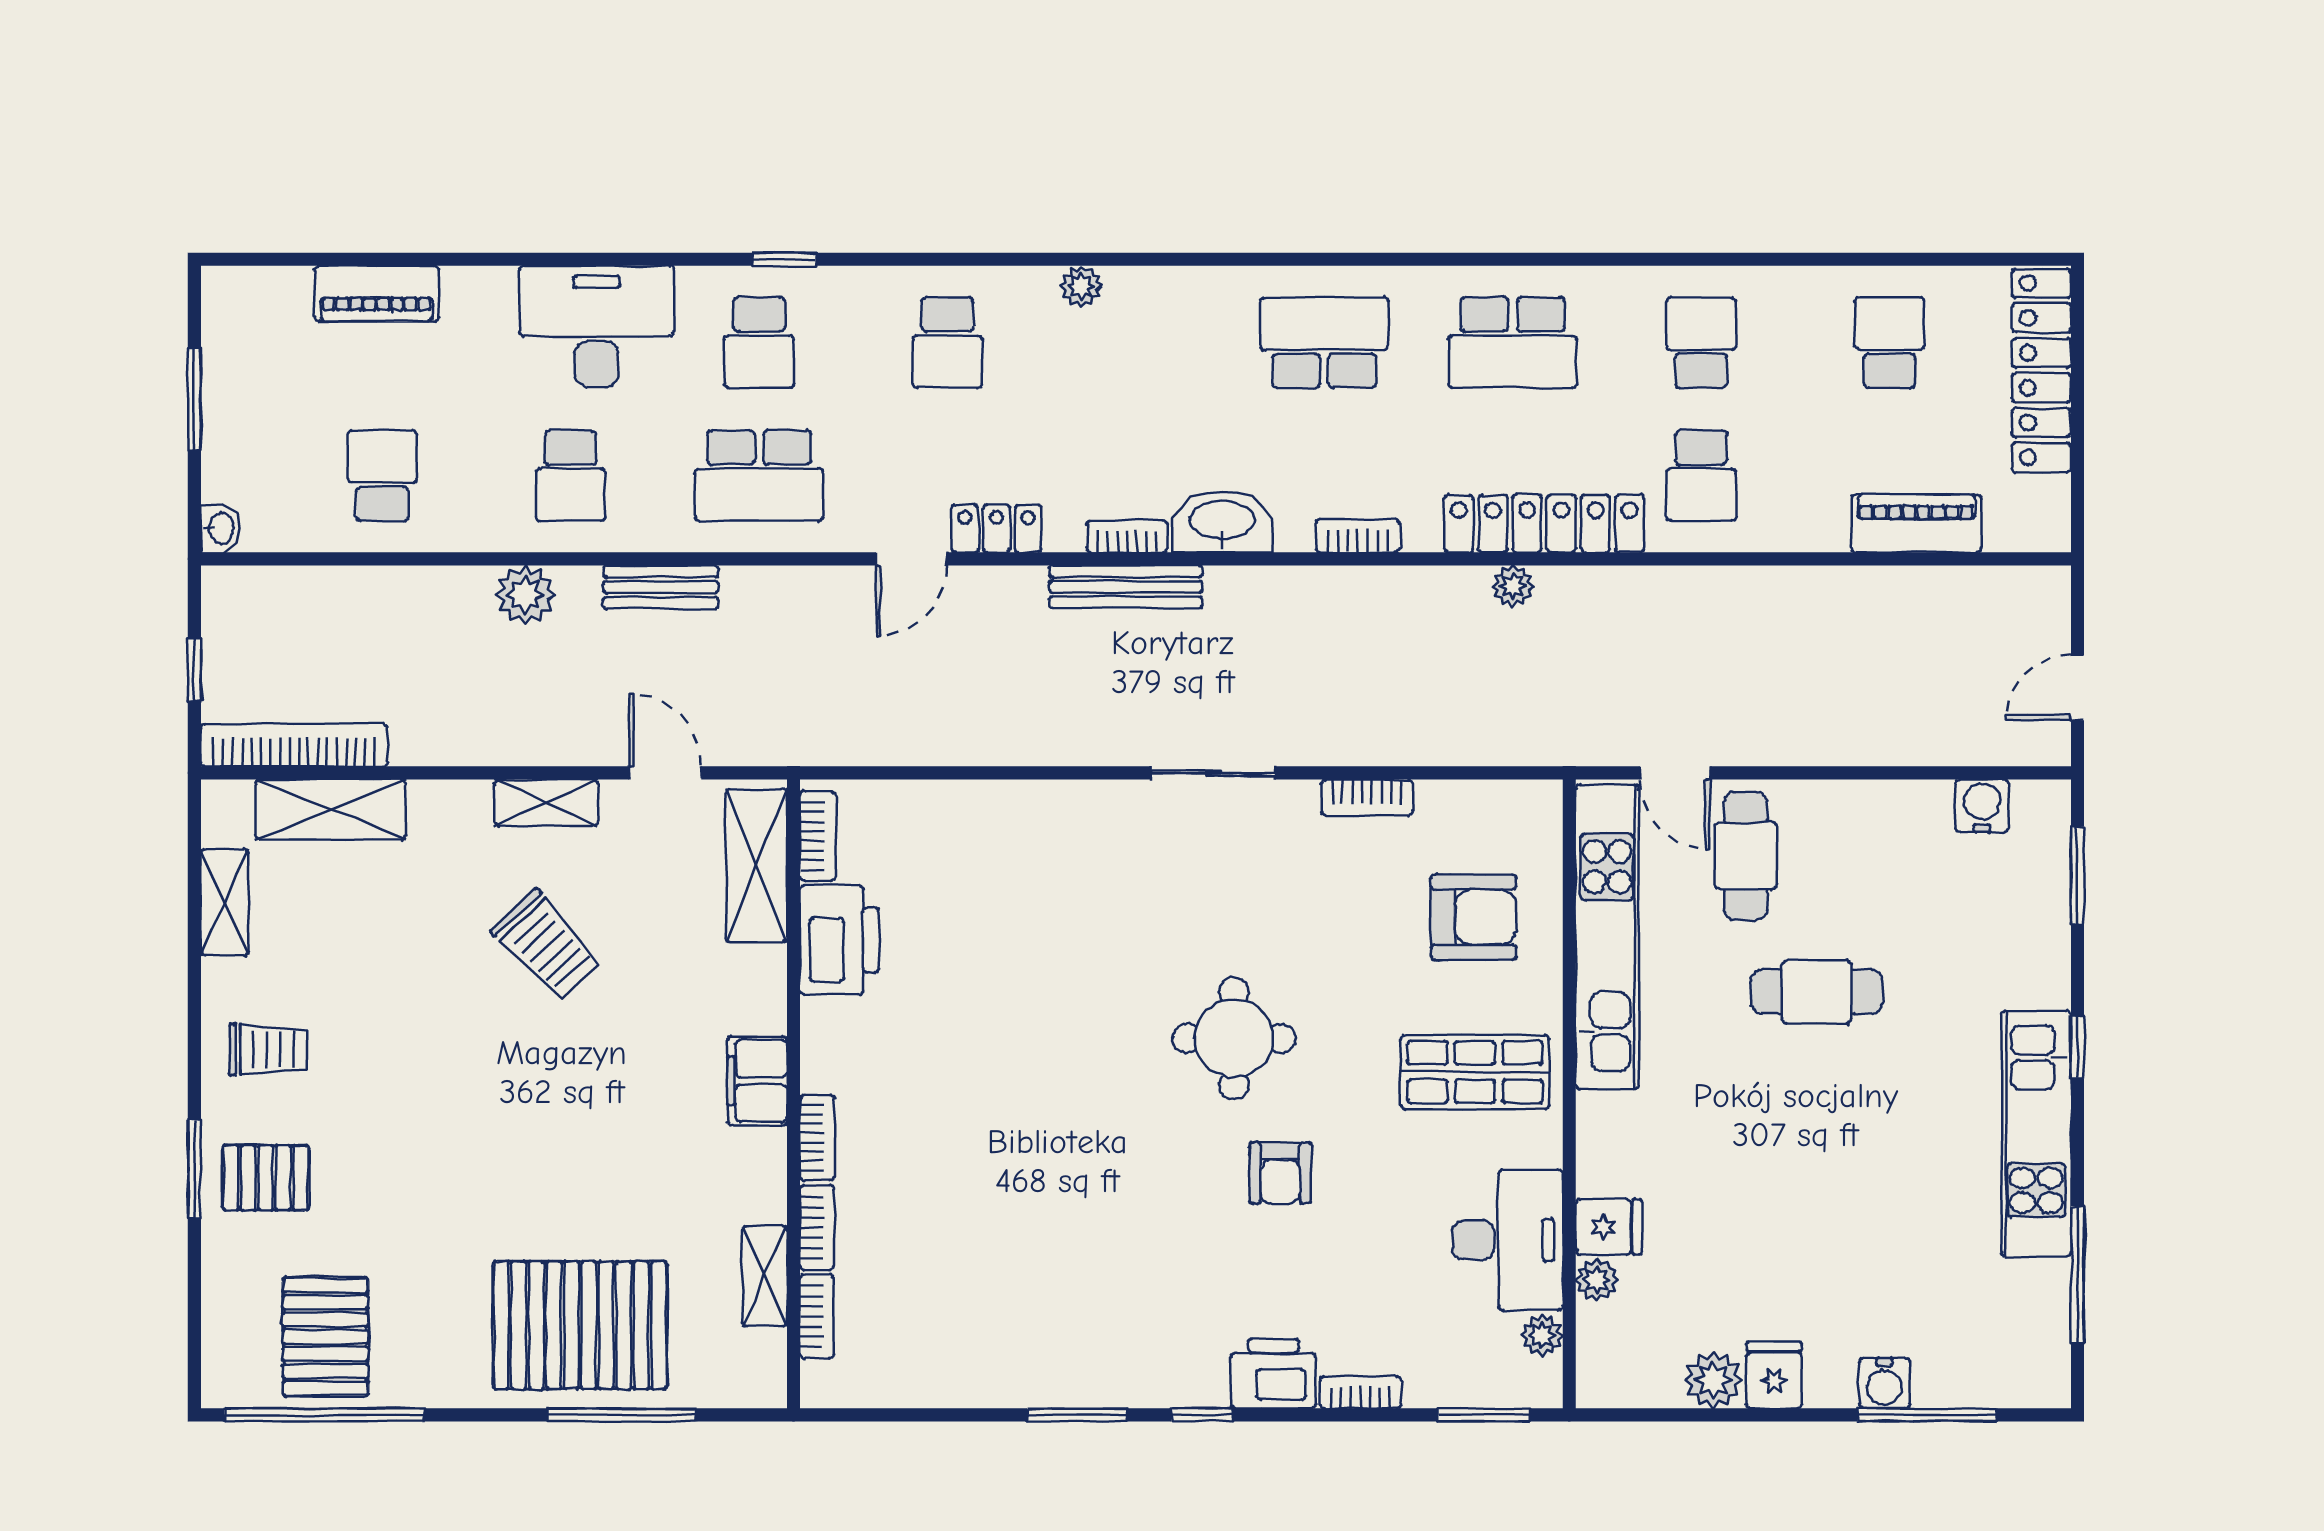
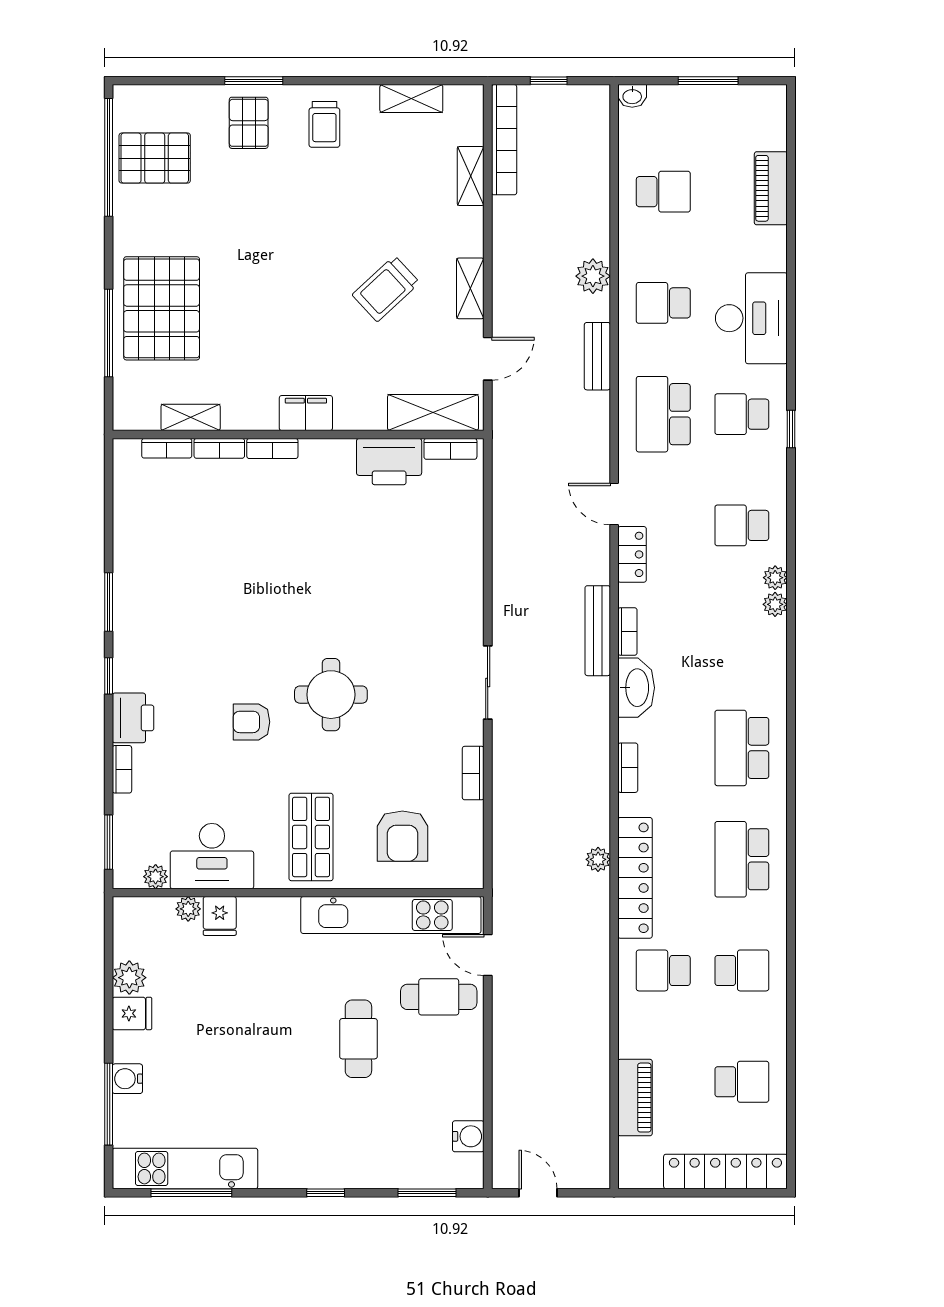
plant: (1036, 286) -> (775, 578), added
school desk: (1324, 343) -> (742, 748), turned 180
door: (1675, 773) -> (488, 955), hinge flipped
shelving: (331, 809) -> (471, 176), width x0.67, depth x0.75
kitchen unit: (2036, 1134) -> (185, 1168), moved

